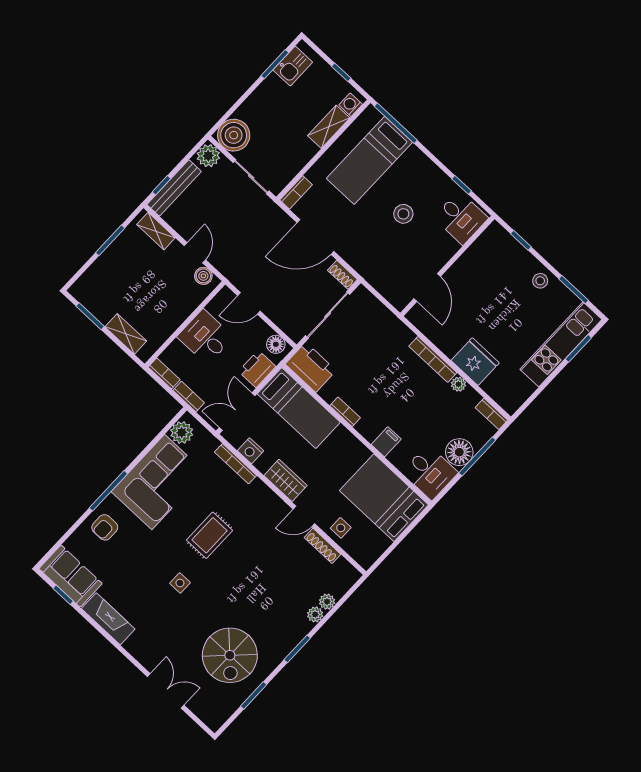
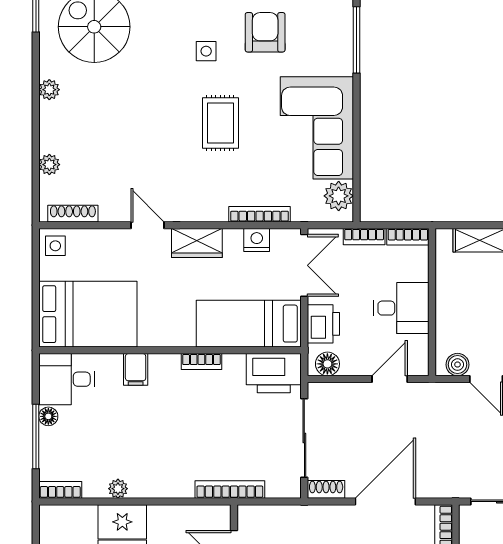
bookcase: (433, 359) -> (230, 489), moved
floor lamp: (459, 452) -> (48, 416), width x0.53, depth x0.53
window: (108, 491) -> (356, 40), moved
door: (304, 516) -> (147, 225), hinge flipped
armchair: (105, 527) -> (265, 32), moved, width x1.38, depth x1.38
side table: (341, 528) -> (55, 246), moved
shoe rack: (322, 546) -> (73, 214), moved
plant: (315, 614) -> (49, 90), moved
window: (297, 649) -> (36, 93), removed

